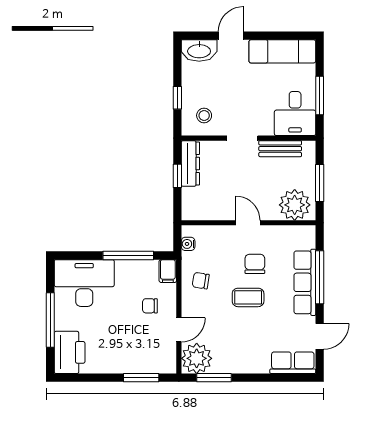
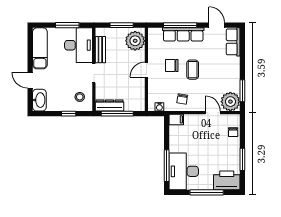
desk: (295, 114) -> (78, 45), width x1.37
window: (177, 176) -> (117, 114), width x2.17
window: (128, 255) -> (167, 166), moved
chair: (150, 306) -> (233, 132), moved
window: (141, 378) -> (242, 159), moved

